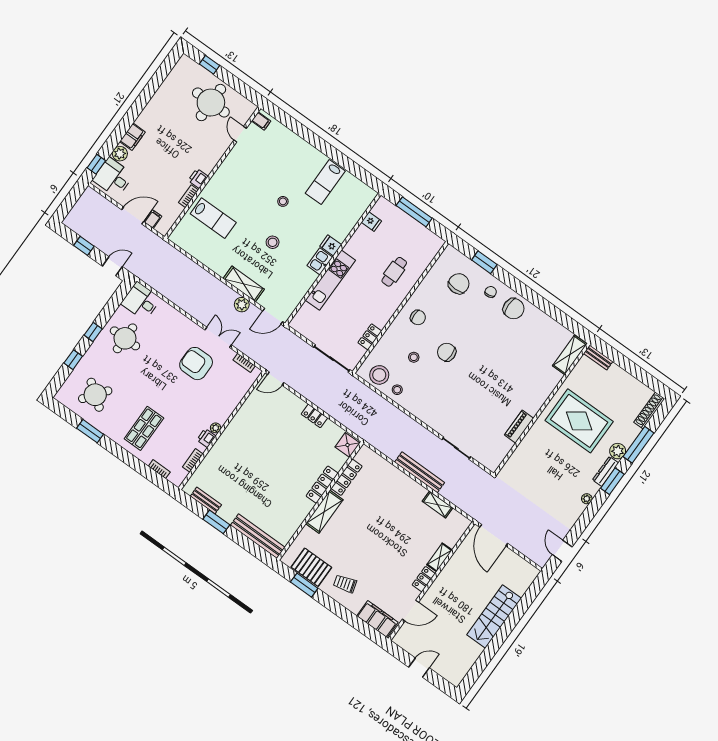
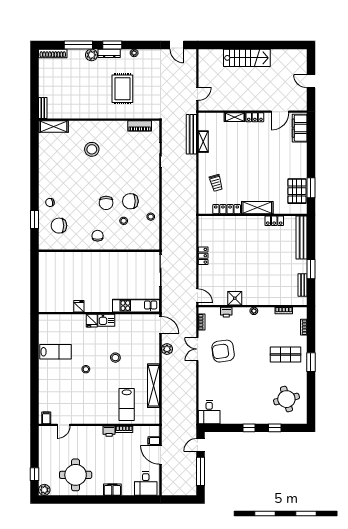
round table: (211, 103) -> (76, 475), moved
plant: (120, 154) -> (44, 490), moved
window: (96, 164) -> (145, 500), removed
window: (414, 212) -> (35, 284), removed
lab bench: (213, 218) -> (127, 404), turned 180
fridge: (371, 222) -> (79, 306), moved
window: (84, 246) -> (200, 471), width x2.17
door: (112, 266) -> (200, 445), hinge flipped
cafe table: (394, 272) -> (80, 270), removed
kitchen unit: (330, 280) -> (136, 306), moved
shelving: (244, 284) -> (154, 386), moved, width x1.47
chair: (514, 309) -> (130, 201), moved, turned -90
locker: (370, 337) -> (130, 257), removed
round table: (125, 338) -> (239, 406), removed
armchair: (196, 364) -> (223, 351), turned 82
stool: (379, 375) -> (92, 149), moved
round table: (95, 395) -> (286, 399), turned 38
rug: (579, 421) -> (122, 89), moved, width x0.73, depth x0.69
piano: (519, 427) -> (140, 126), moved
window: (90, 431) -> (311, 362), moved
printer: (206, 438) -> (226, 312), moved
shower: (347, 445) -> (235, 298), moved
bench: (420, 472) -> (191, 134), moved
locker: (322, 485) -> (274, 221), moved, width x0.66
door: (494, 535) -> (197, 94), width x0.53
door: (562, 551) -> (177, 45), hinge flipped
trolley: (345, 584) -> (216, 183), moved
door: (410, 611) -> (280, 112), swing flipped

